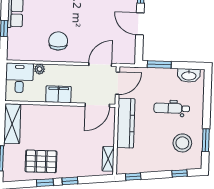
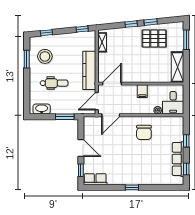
filing cabinet: (58, 94) -> (142, 91), width x0.50

